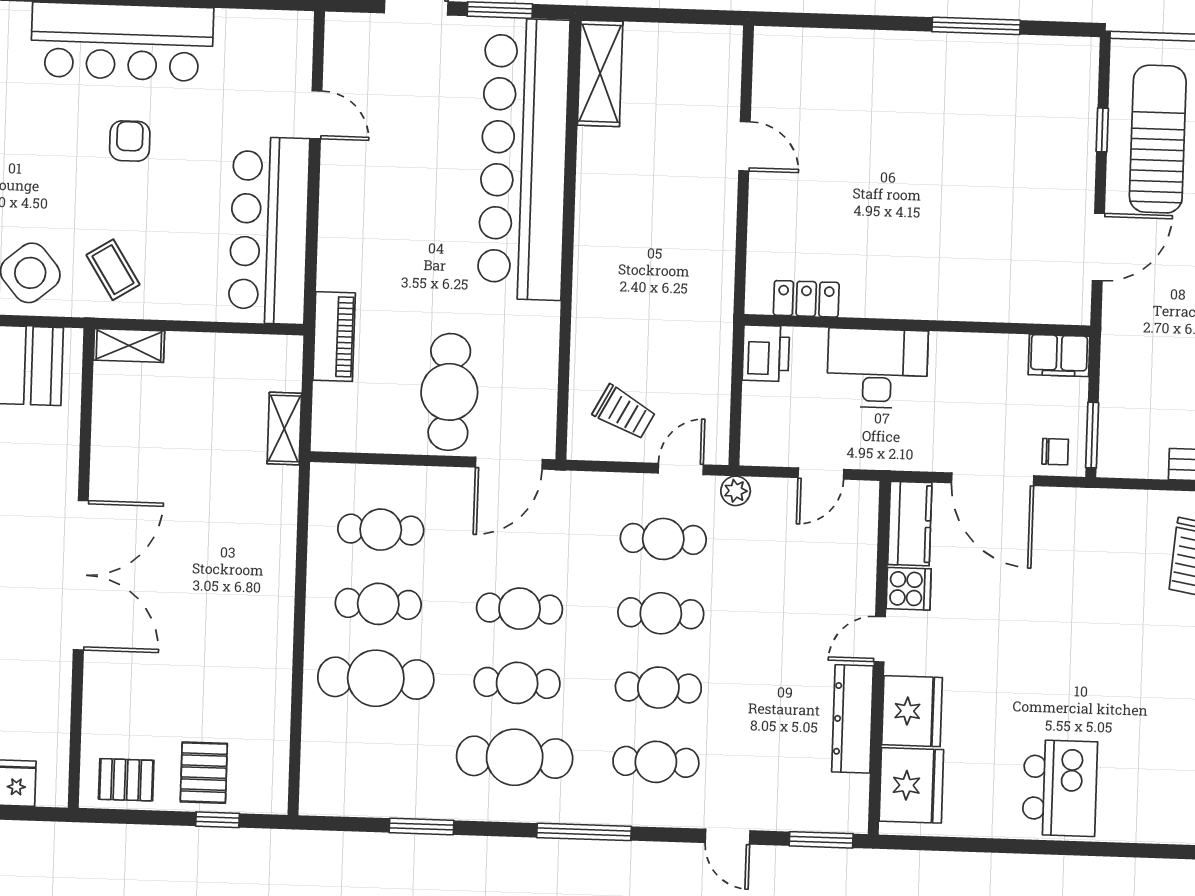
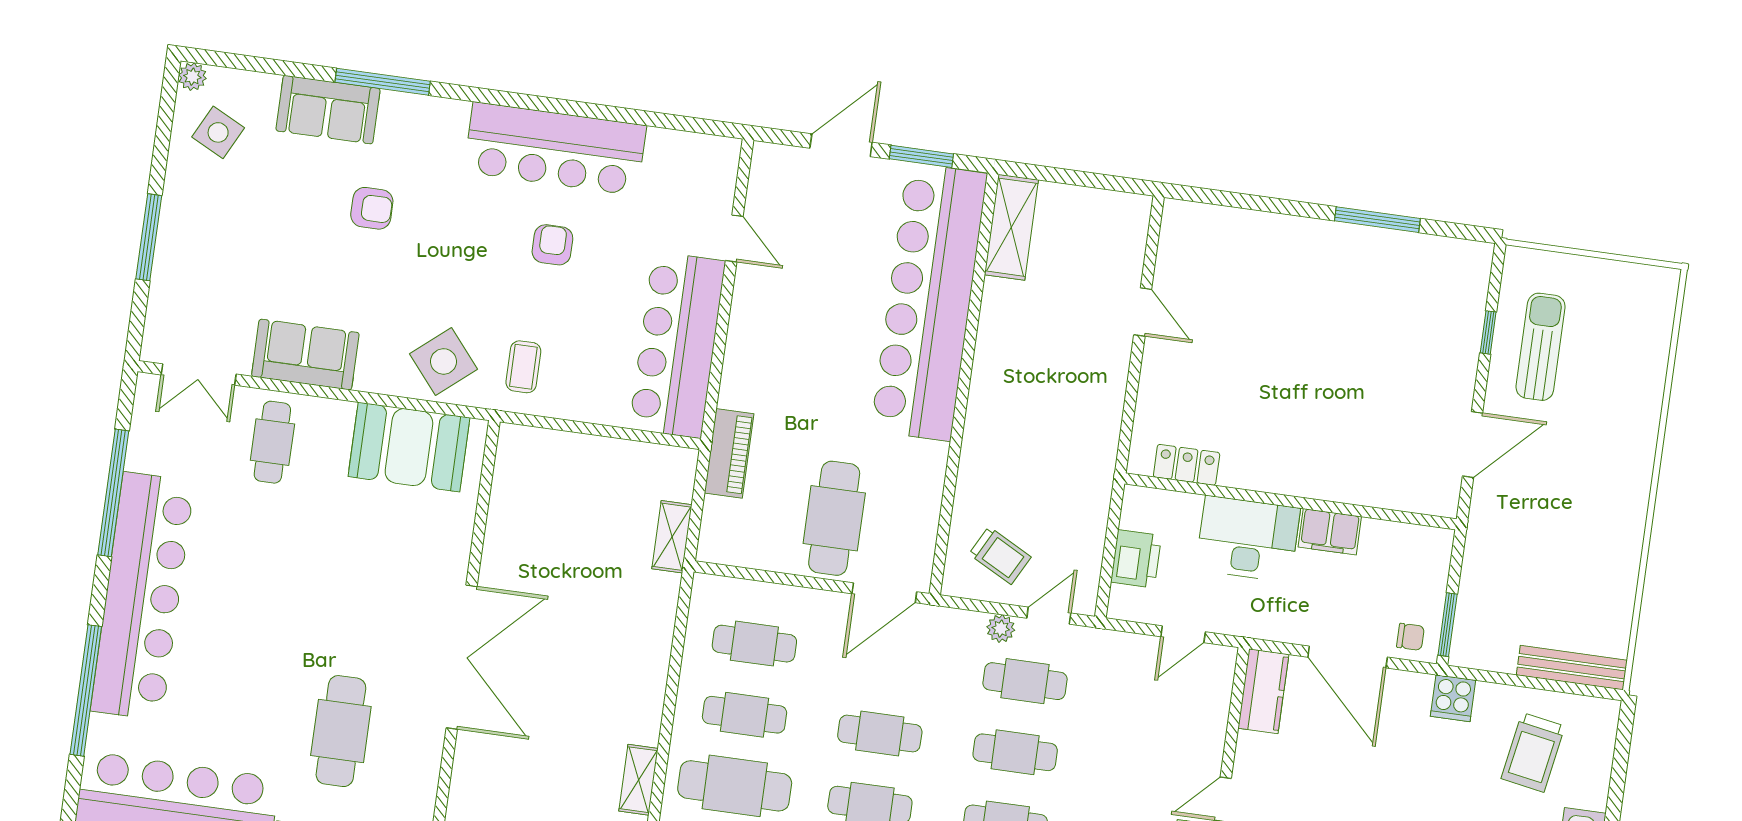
sun lounger: (1158, 139) -> (1541, 347), width x0.73, depth x0.75
coffee table: (113, 270) -> (523, 367), turned 32
shelving: (129, 346) -> (639, 780), moved, turned 90
printer: (766, 353) -> (1136, 559), moved
filing cabinet: (1059, 356) -> (1330, 532), moved
plant: (736, 491) -> (1001, 629), moved
cooker: (909, 589) -> (1453, 698), moved, turned 90

